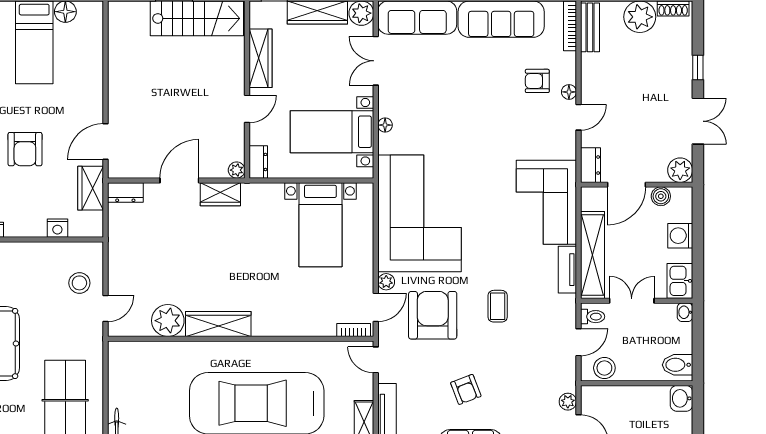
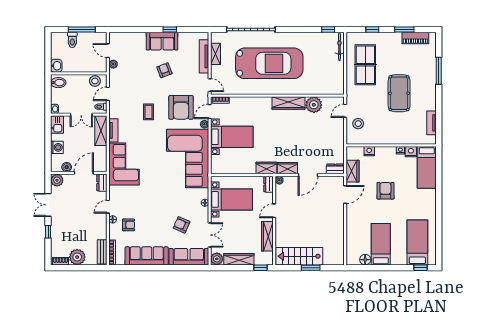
armchair: (432, 81) -> (182, 225), added
wardrobe: (263, 194) -> (266, 168), added
bed with nightstands: (320, 225) -> (232, 137), moved, turned 90
shelving: (593, 255) -> (101, 131), width x0.68

